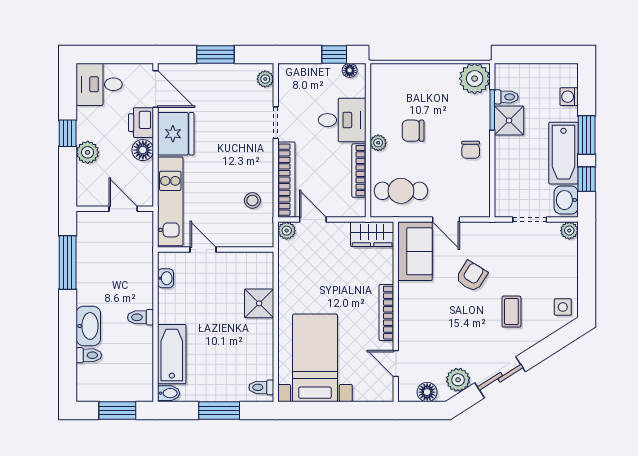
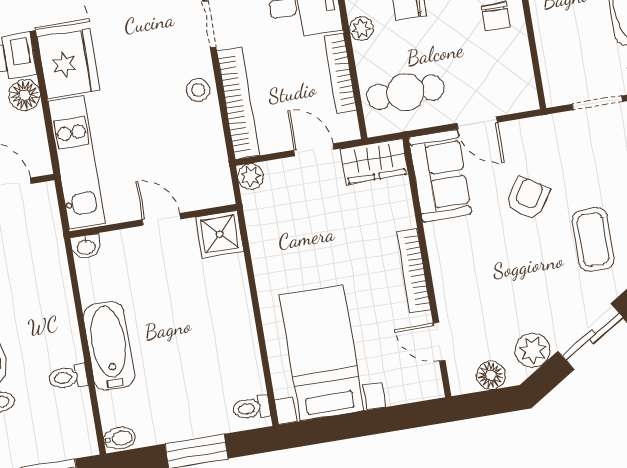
stool: (252, 200) -> (198, 90), moved
door: (313, 220) -> (314, 150), moved
door: (203, 250) -> (161, 219), moved
washbasin: (166, 278) -> (86, 247), moved, turned 90
shower: (259, 303) -> (219, 234), moved
coffee table: (511, 312) -> (593, 240), width x1.36, depth x1.30
toilet: (141, 317) -> (68, 377), moved
bathtub: (172, 354) -> (109, 346), moved

